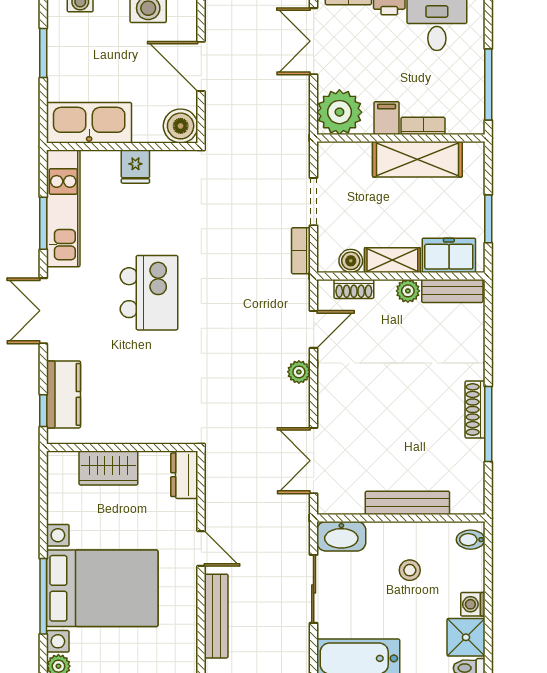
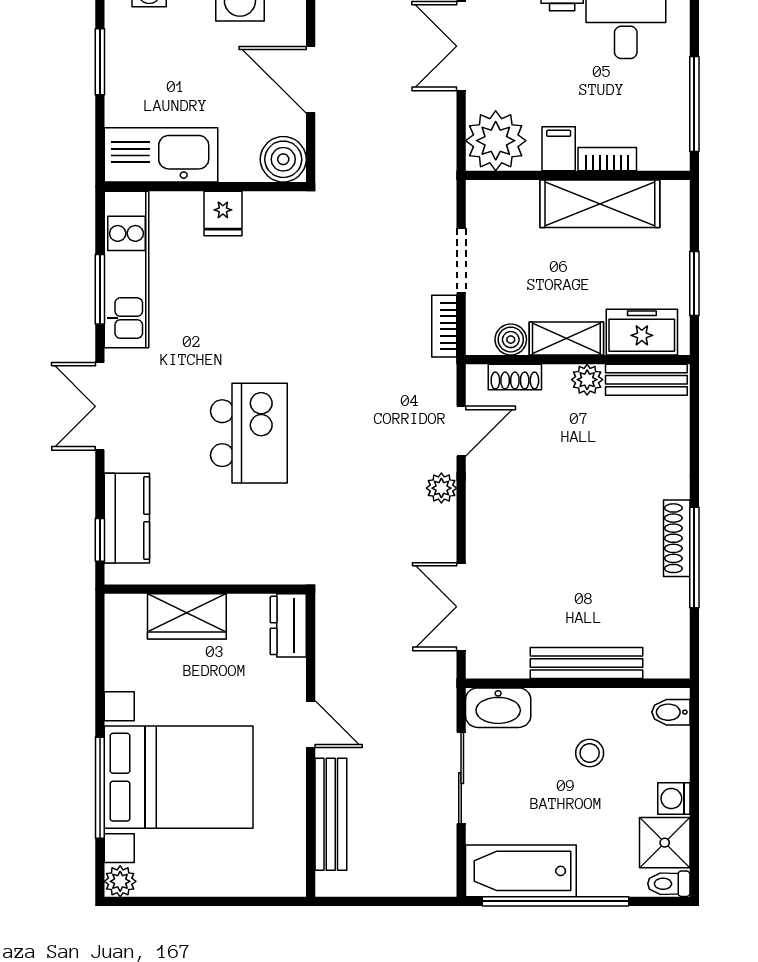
kitchen island: (149, 293) -> (249, 433), moved

